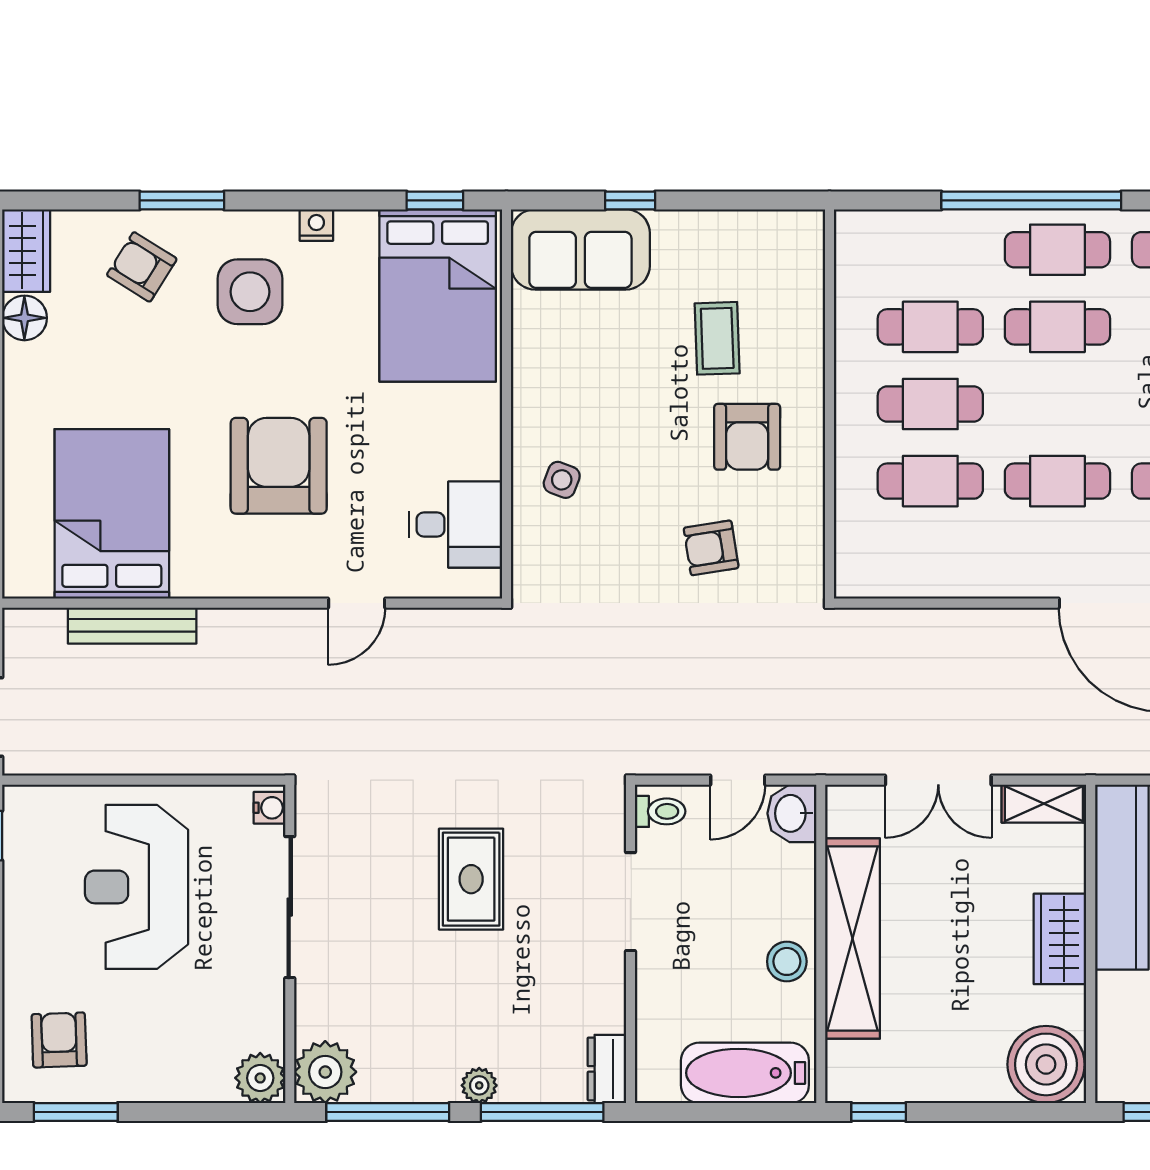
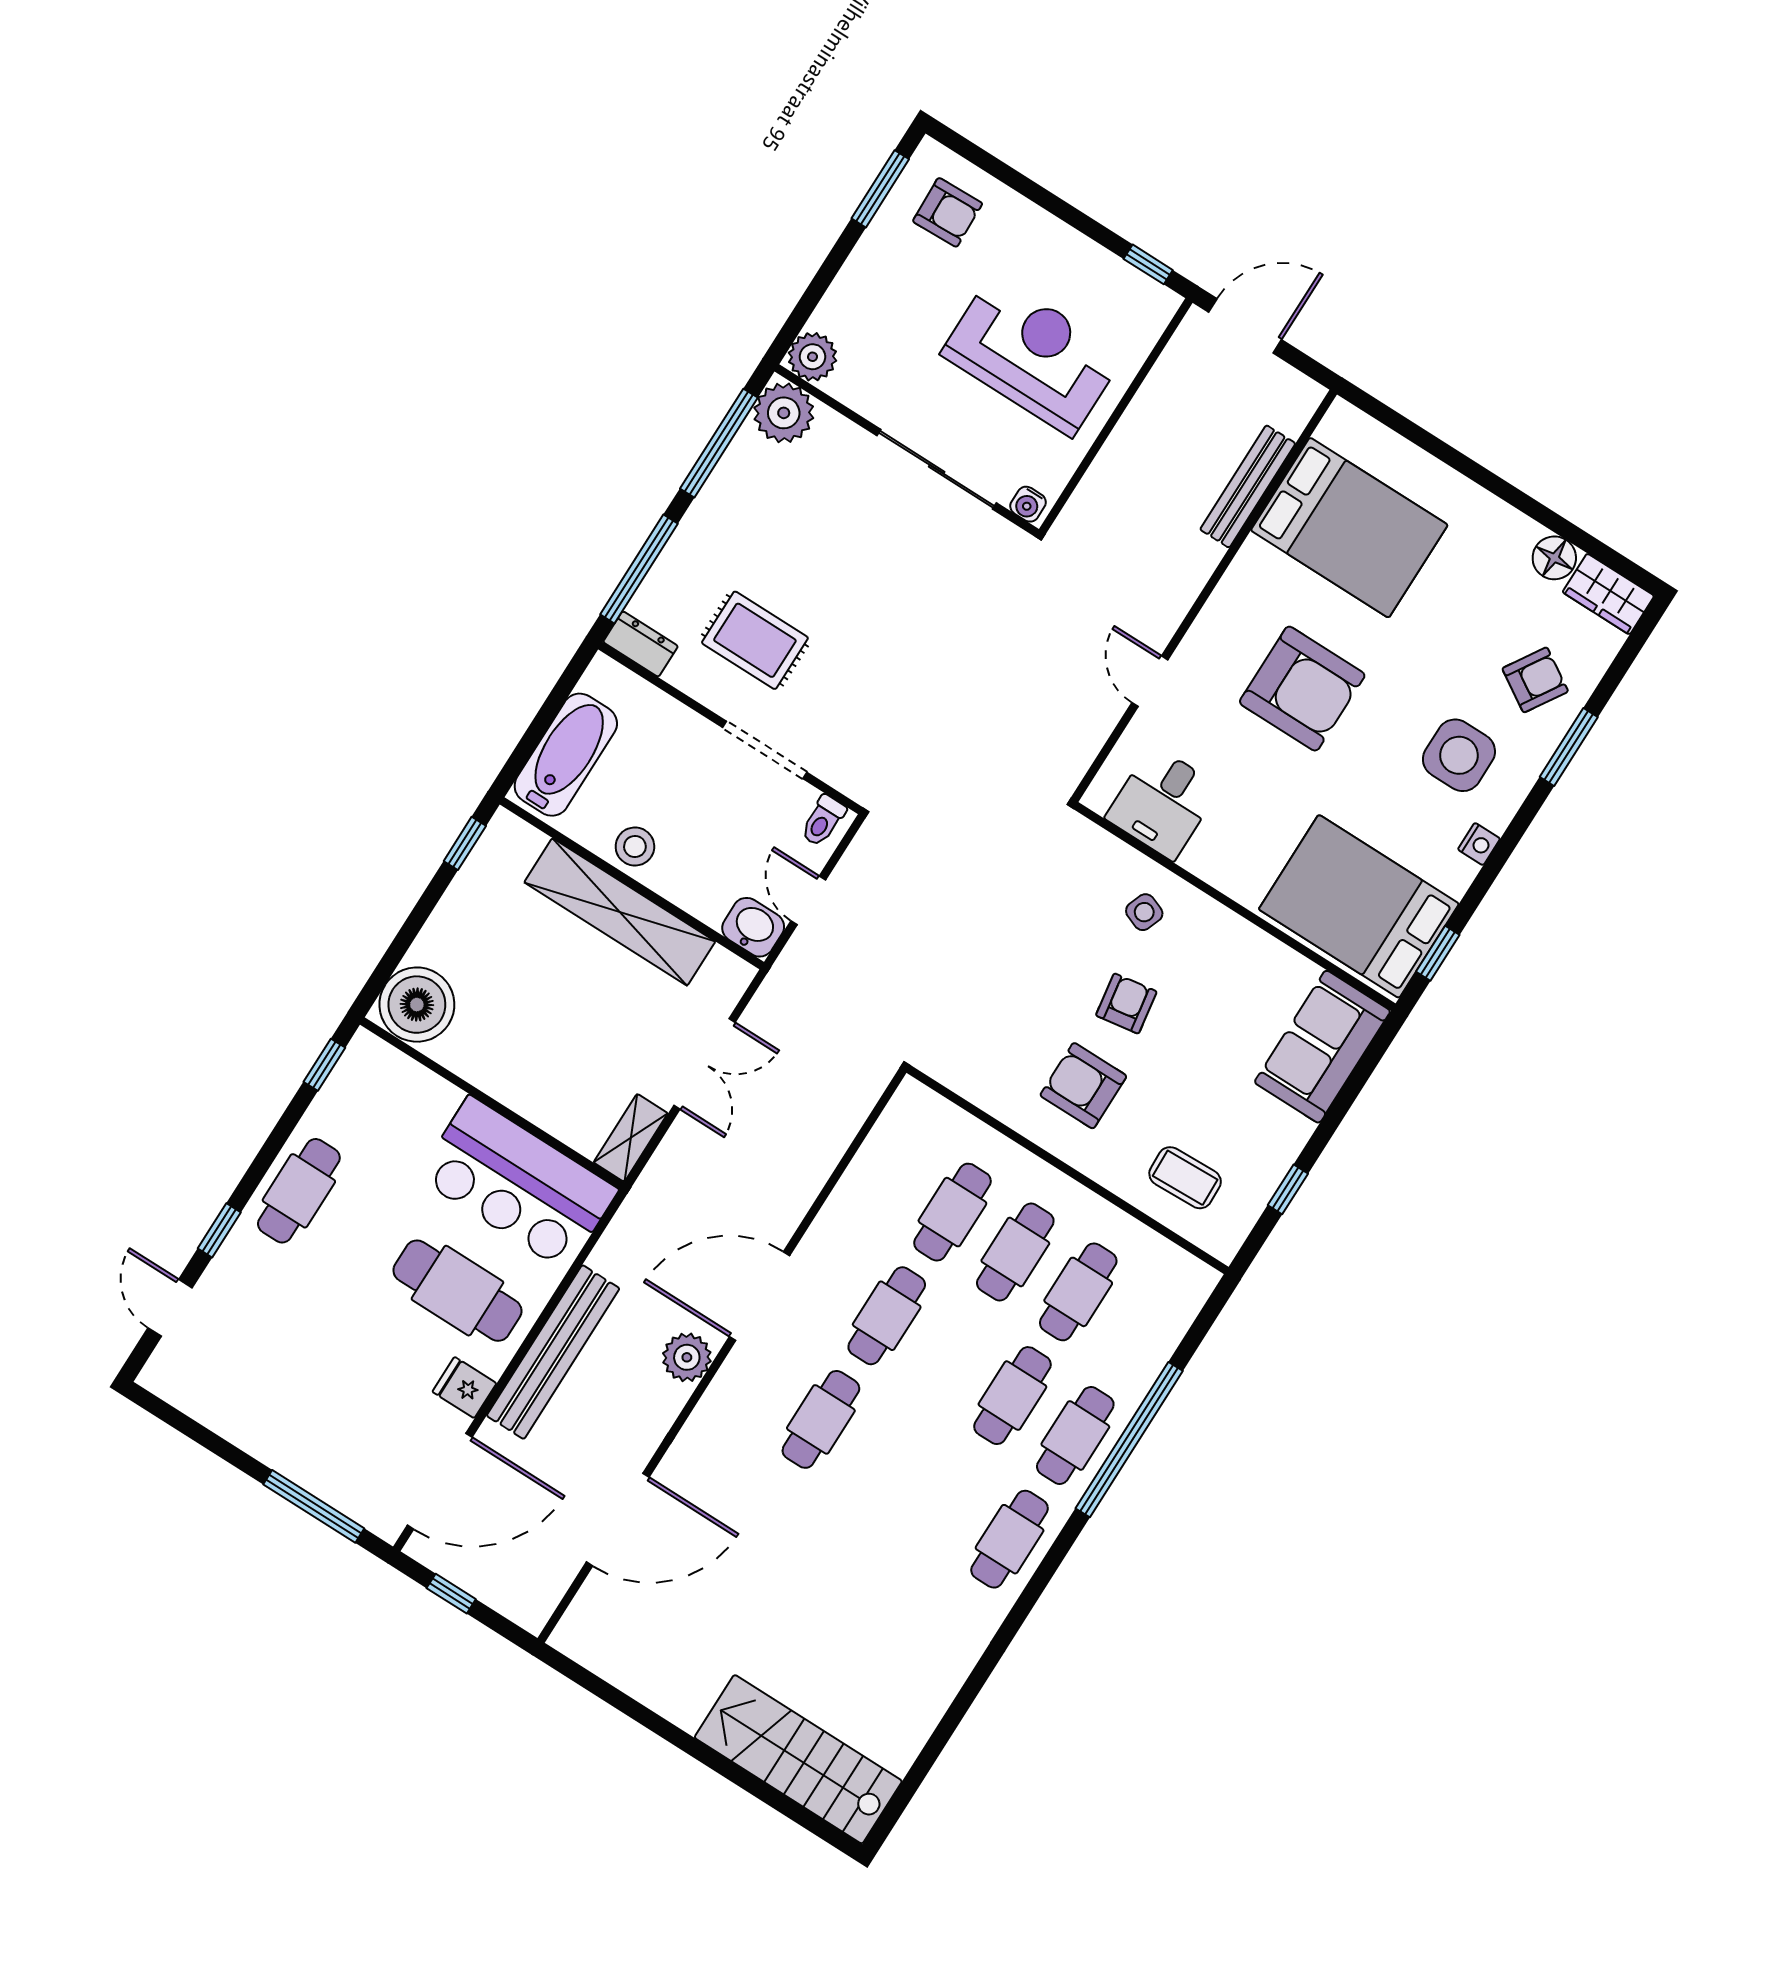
window: (630, 200) -> (1288, 1189), moved
coffee table: (717, 338) -> (1185, 1178), moved
armchair: (711, 548) -> (1126, 1003), moved
double door: (938, 780) -> (705, 1064), swing flipped
rug: (471, 879) -> (755, 640), moved
wardrobe: (1060, 939) -> (512, 1081), removed
plant: (479, 1085) -> (693, 531), removed

